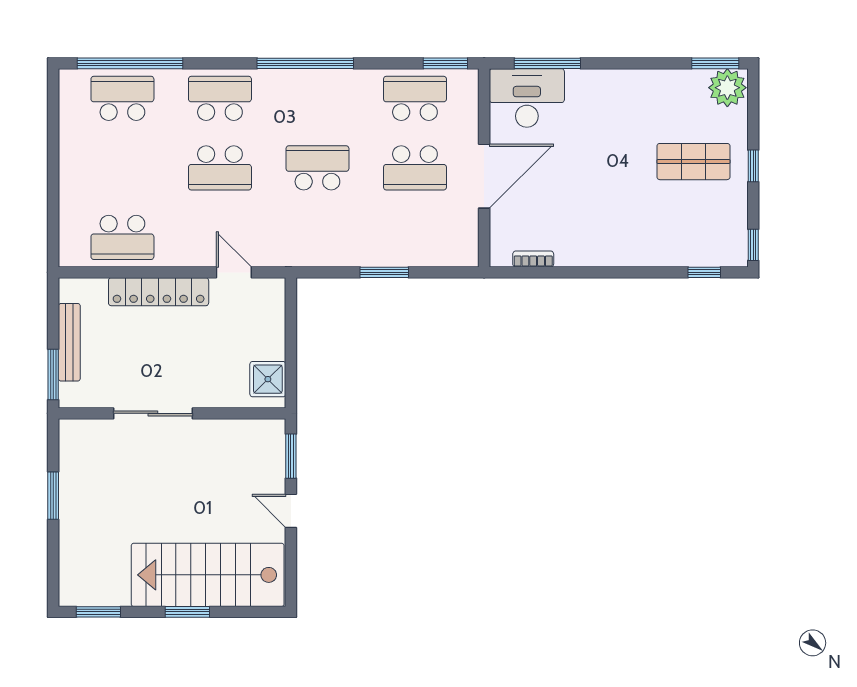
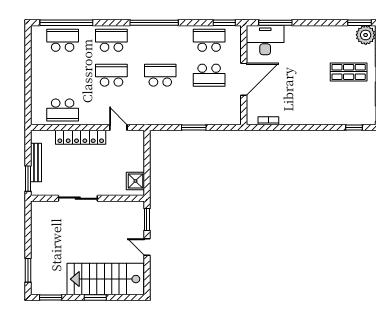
school desk: (220, 168) -> (111, 75), turned 180
window: (53, 496) -> (28, 270), moved

